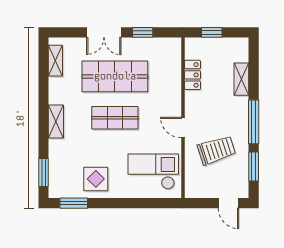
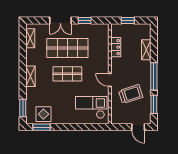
display table: (96, 179) -> (43, 114), moved

